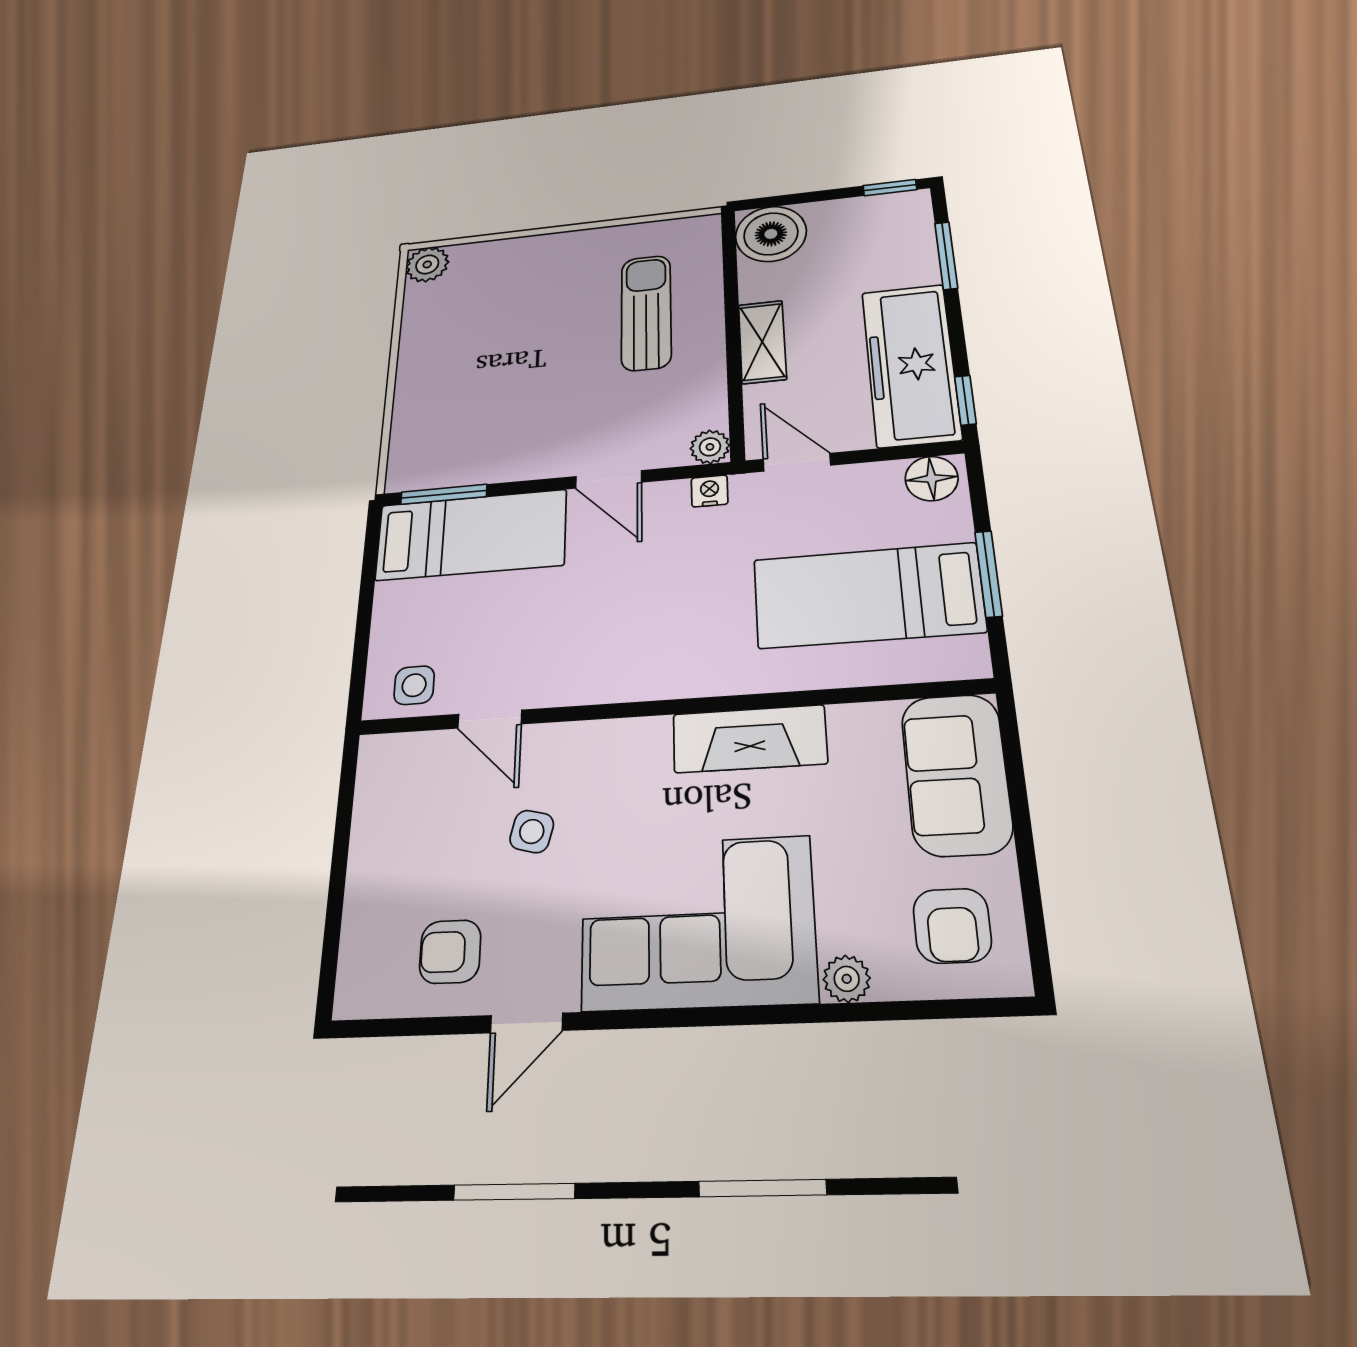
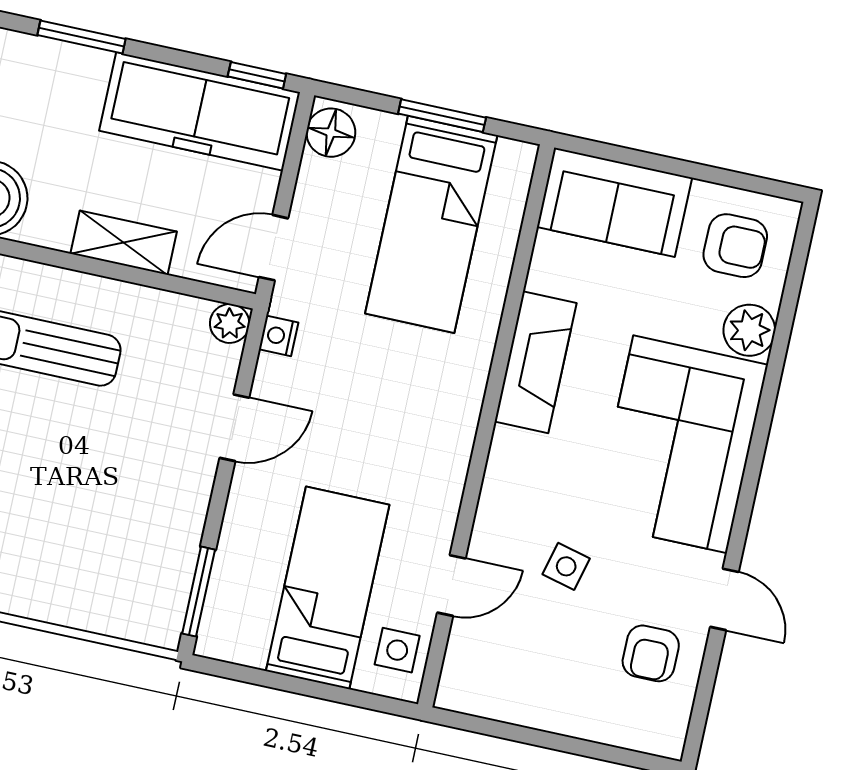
bed: (471, 535) -> (328, 588), moved
plant: (847, 979) -> (749, 330), width x1.38, depth x1.38

